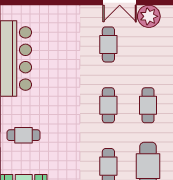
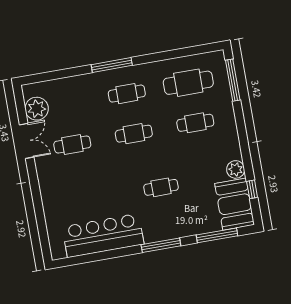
cafe table: (24, 135) -> (161, 187), moved, turned 90

